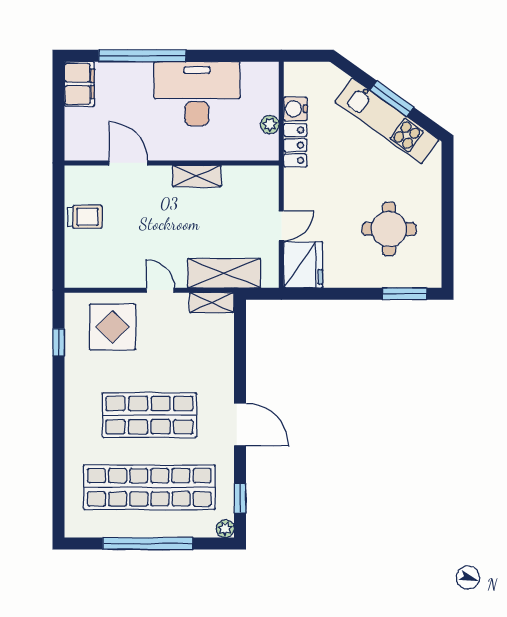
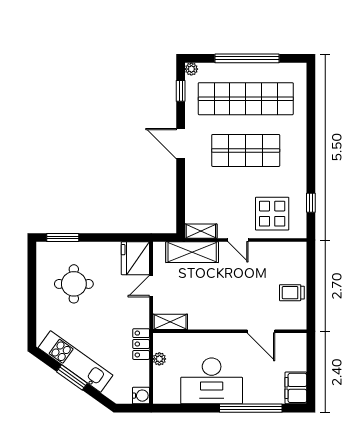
water cooler: (295, 109) -> (141, 396), moved
shelving: (197, 176) -> (170, 322), moved

